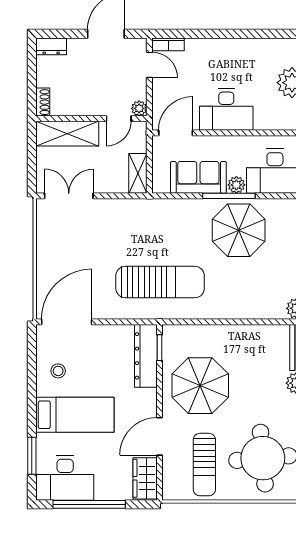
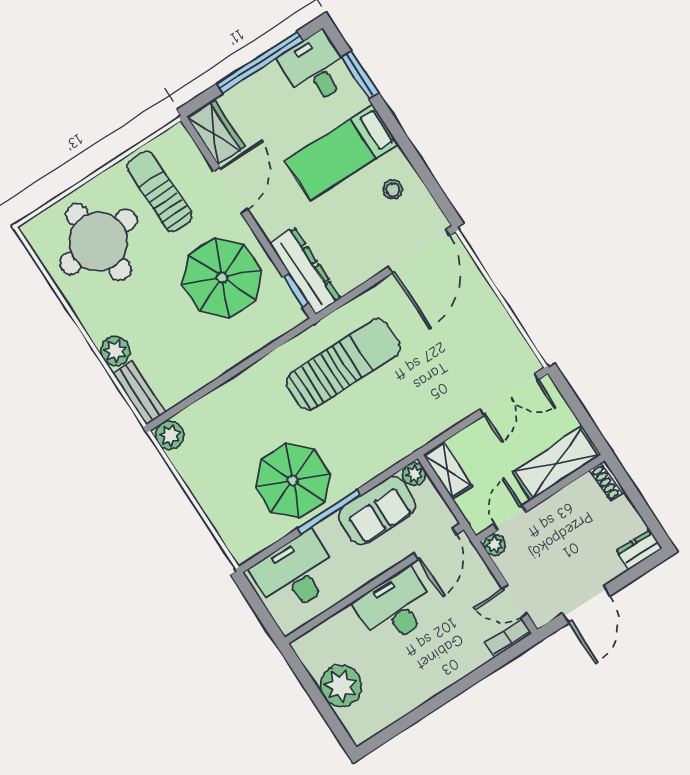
plant: (236, 185) -> (414, 474), moved
sun lounger: (160, 282) -> (343, 365), turned 180
desk: (65, 478) -> (315, 69), width x0.73

